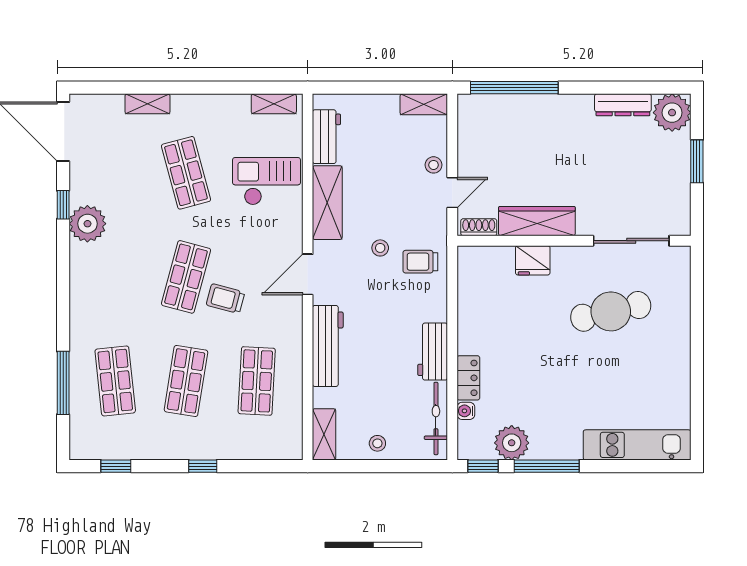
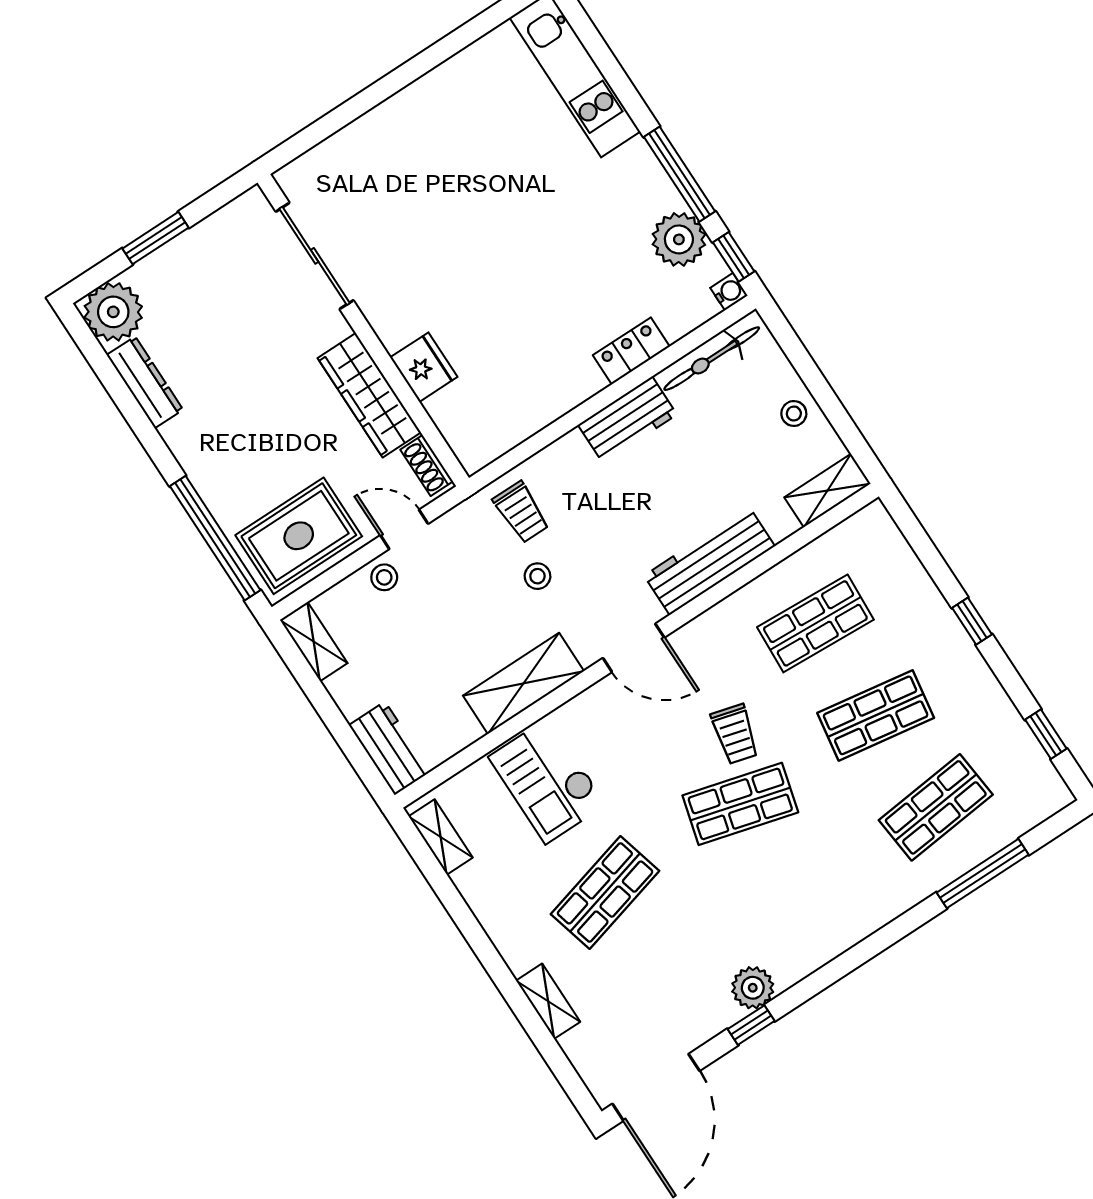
rug: (486, 134) -> (299, 536), added
workbench: (326, 137) -> (390, 748), moved, turned 90
plant: (87, 224) -> (753, 988), width x0.73, depth x0.73
cafe table: (611, 311) -> (424, 222), removed
water cooler: (466, 411) -> (729, 292), moved, turned -90

